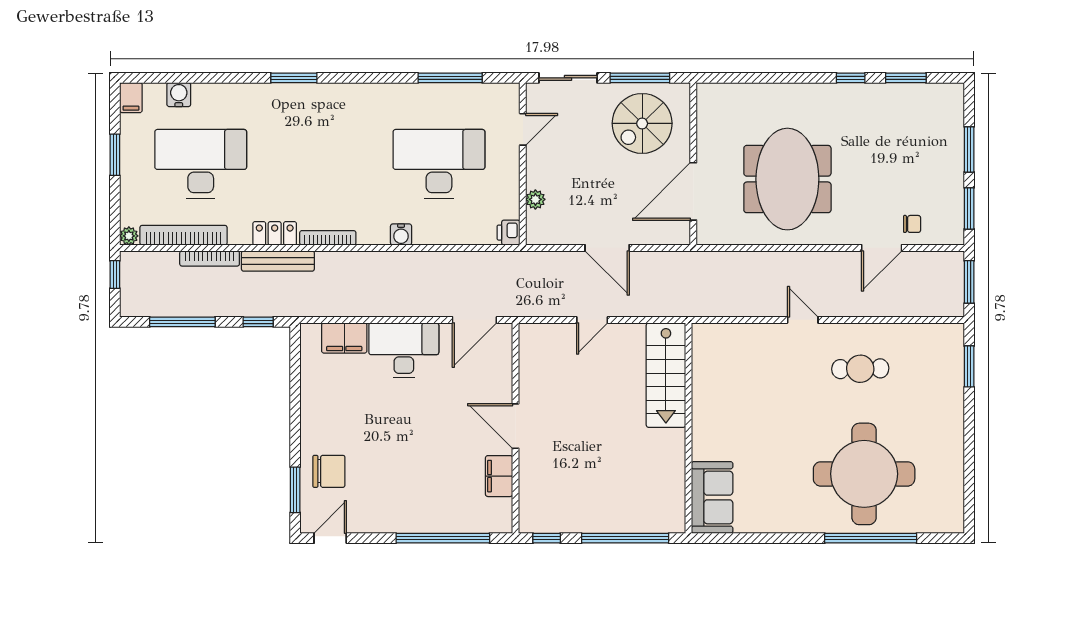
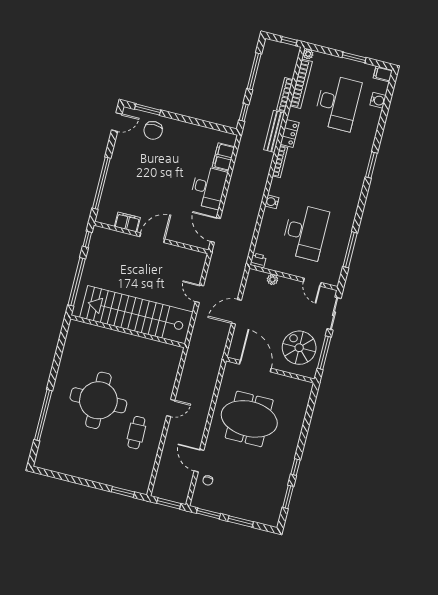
stairs: (666, 375) -> (136, 315), width x1.86, depth x1.51
round table: (864, 474) -> (98, 400), moved
sofa: (712, 497) -> (87, 335), removed
door: (330, 538) -> (117, 122), hinge flipped

